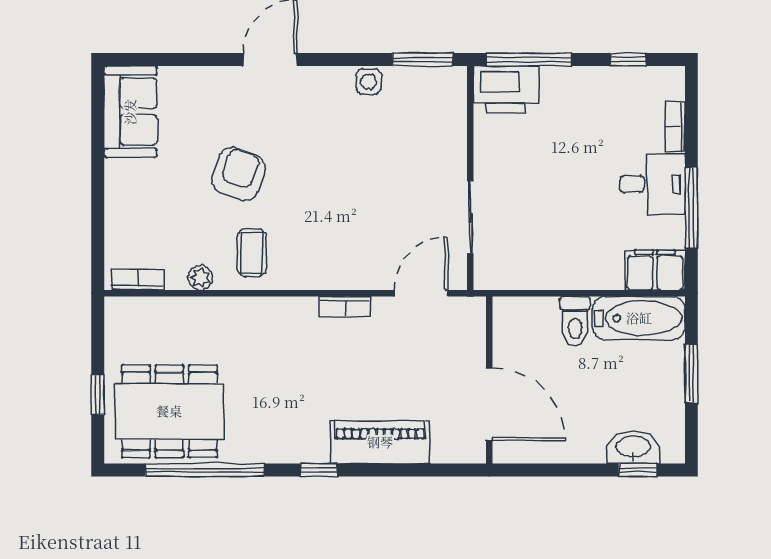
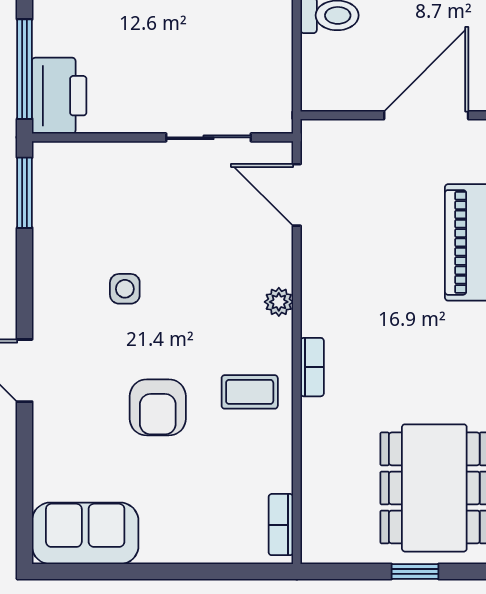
side table: (369, 82) -> (125, 289), moved
armchair: (239, 174) -> (158, 407), turned -110
plant: (200, 278) -> (279, 302), moved
bookcase: (345, 306) -> (312, 367), moved

